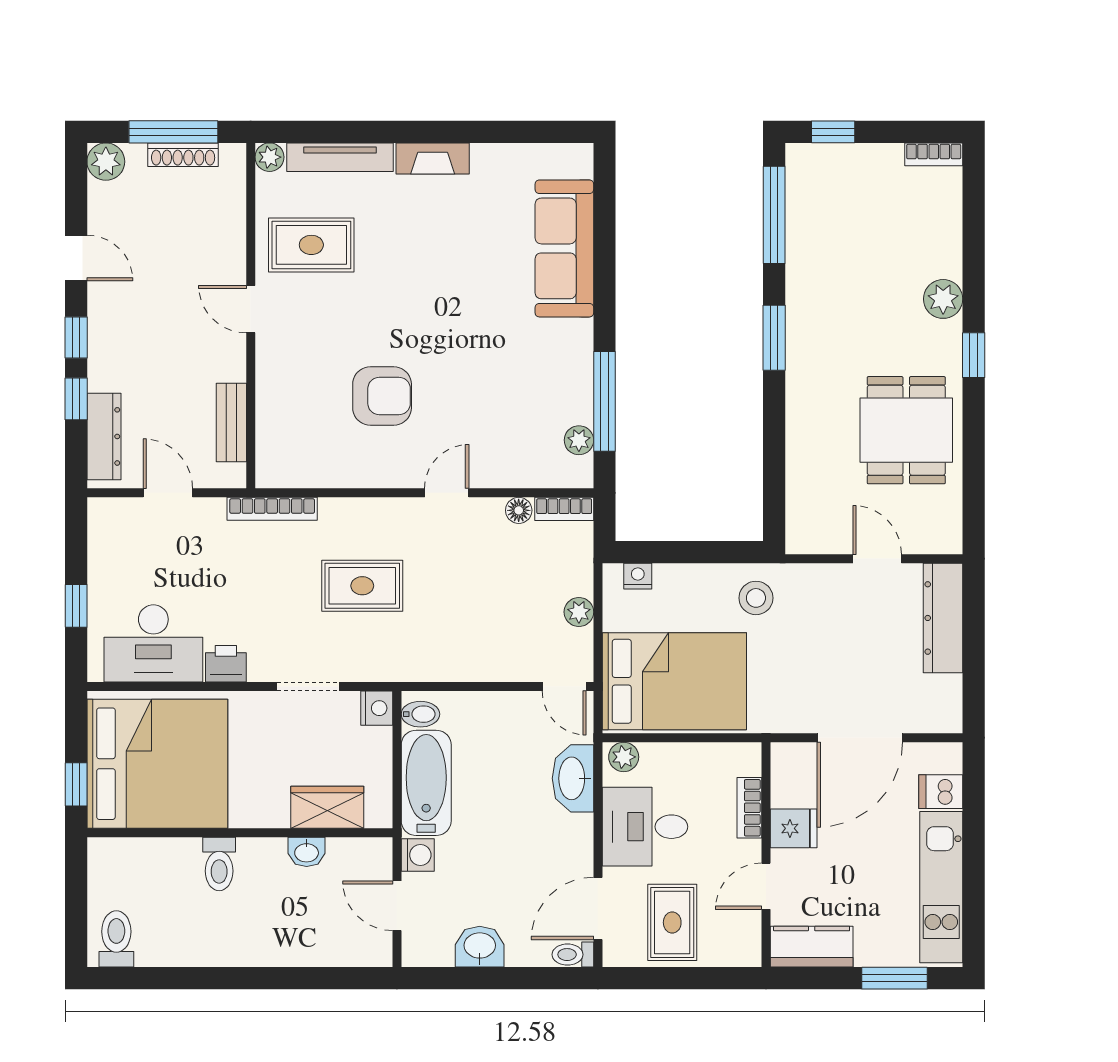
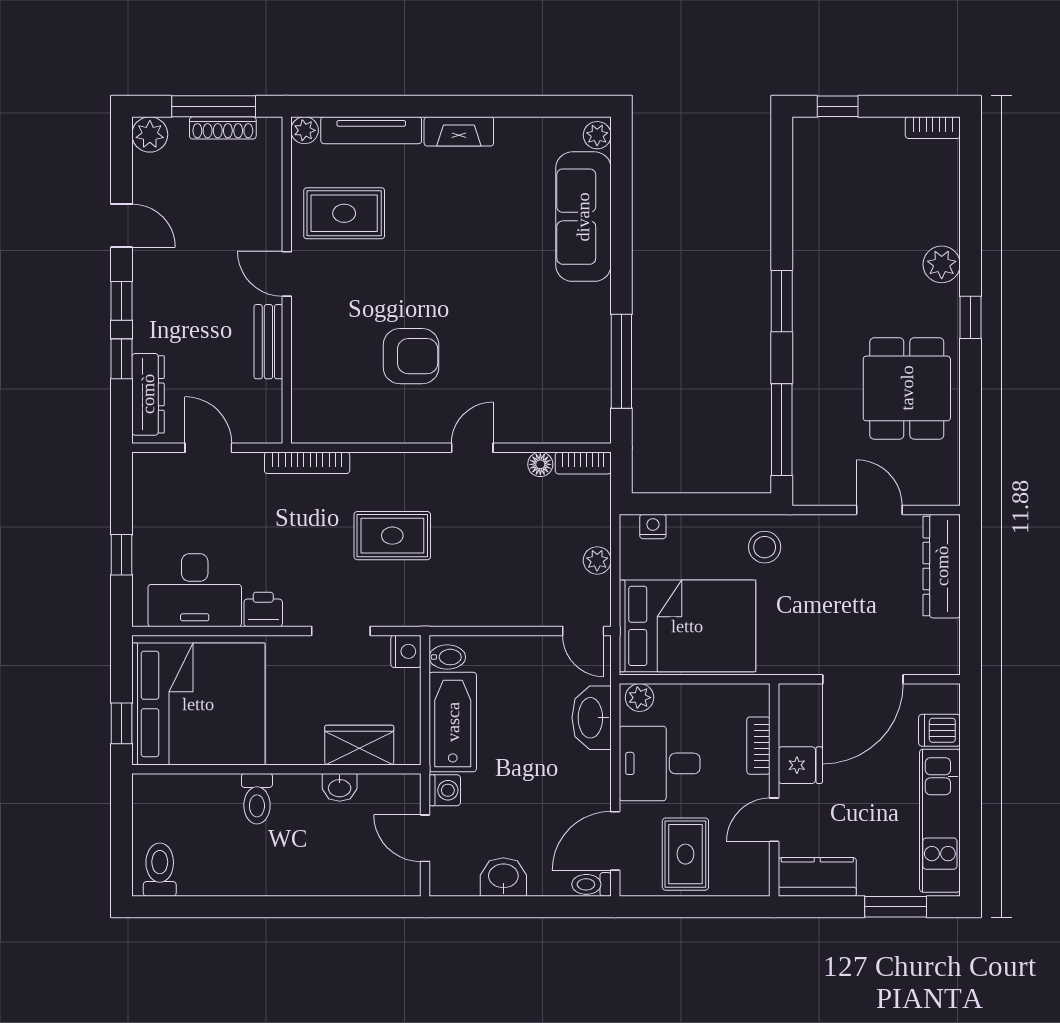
window: (774, 215) -> (782, 430), moved
bench: (231, 422) -> (268, 342), moved
plant: (579, 440) -> (597, 135), moved

